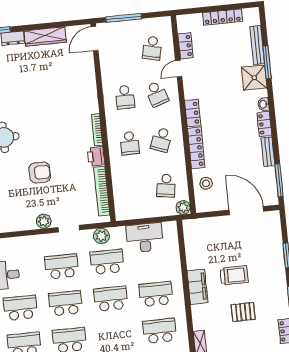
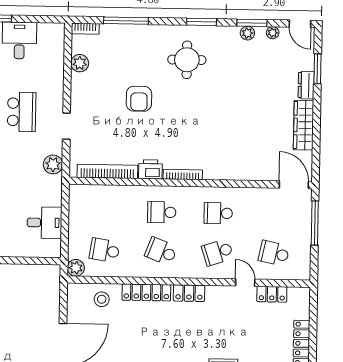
plant: (44, 221) -> (80, 63), moved
desk: (145, 238) -> (44, 223), width x0.73
school desk: (107, 262) -> (21, 167), removed

